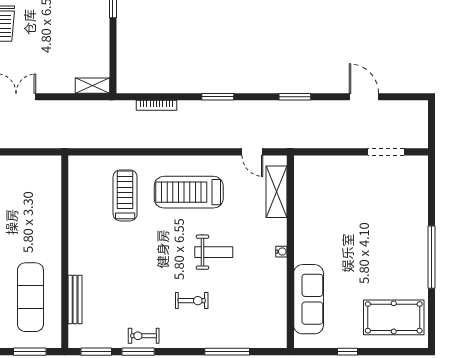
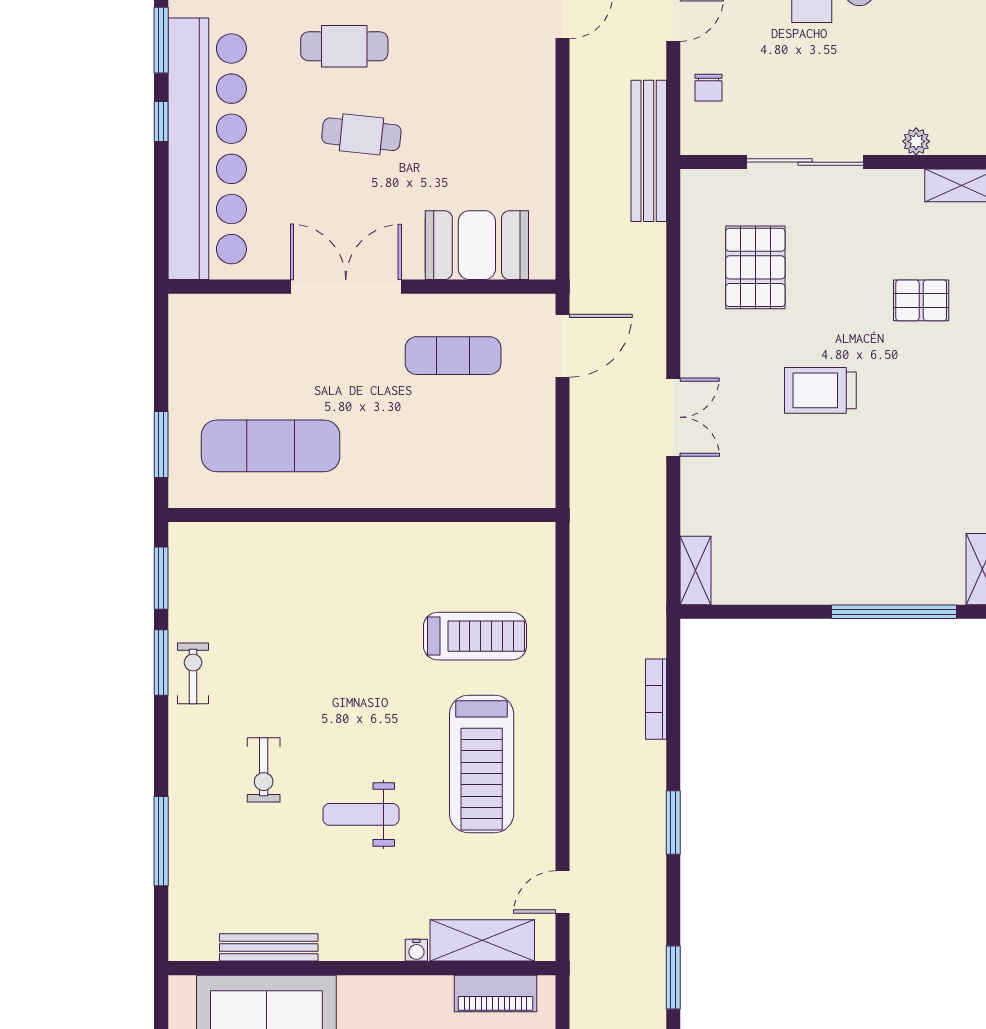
piano: (303, 185) -> (496, 993), added
treadmill: (189, 192) -> (482, 764), turned 180
weight bench: (214, 252) -> (361, 814), turned 90
water cooler: (281, 252) -> (416, 950), moved
bench: (75, 299) -> (269, 947), moved

